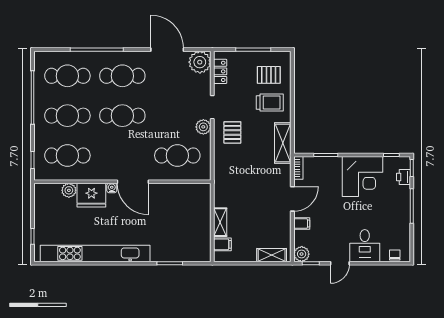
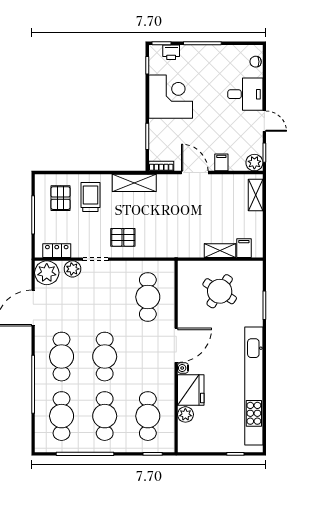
plant: (203, 127) -> (73, 269), moved
round table: (183, 222) -> (220, 291), added

